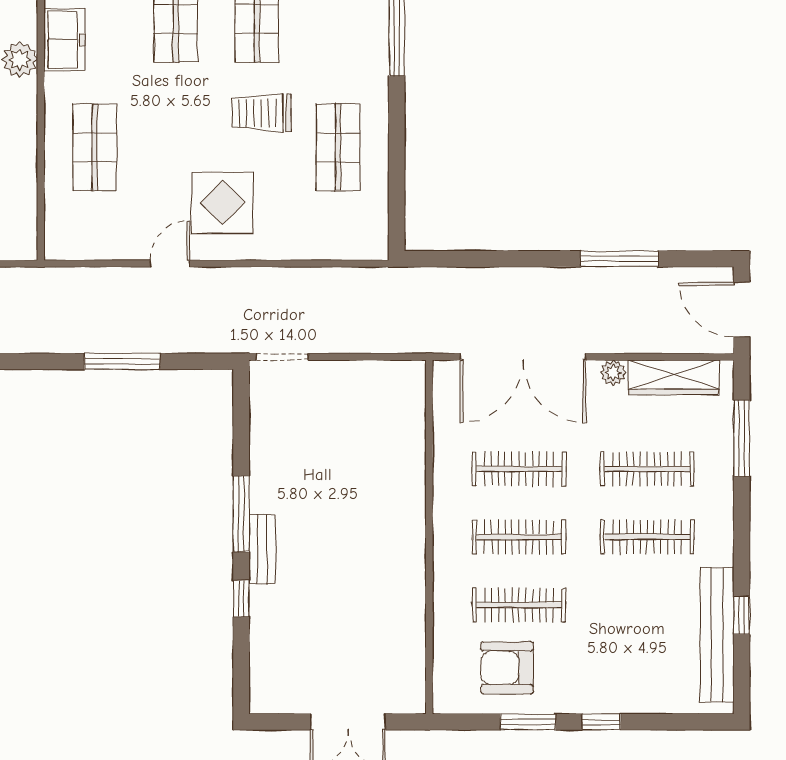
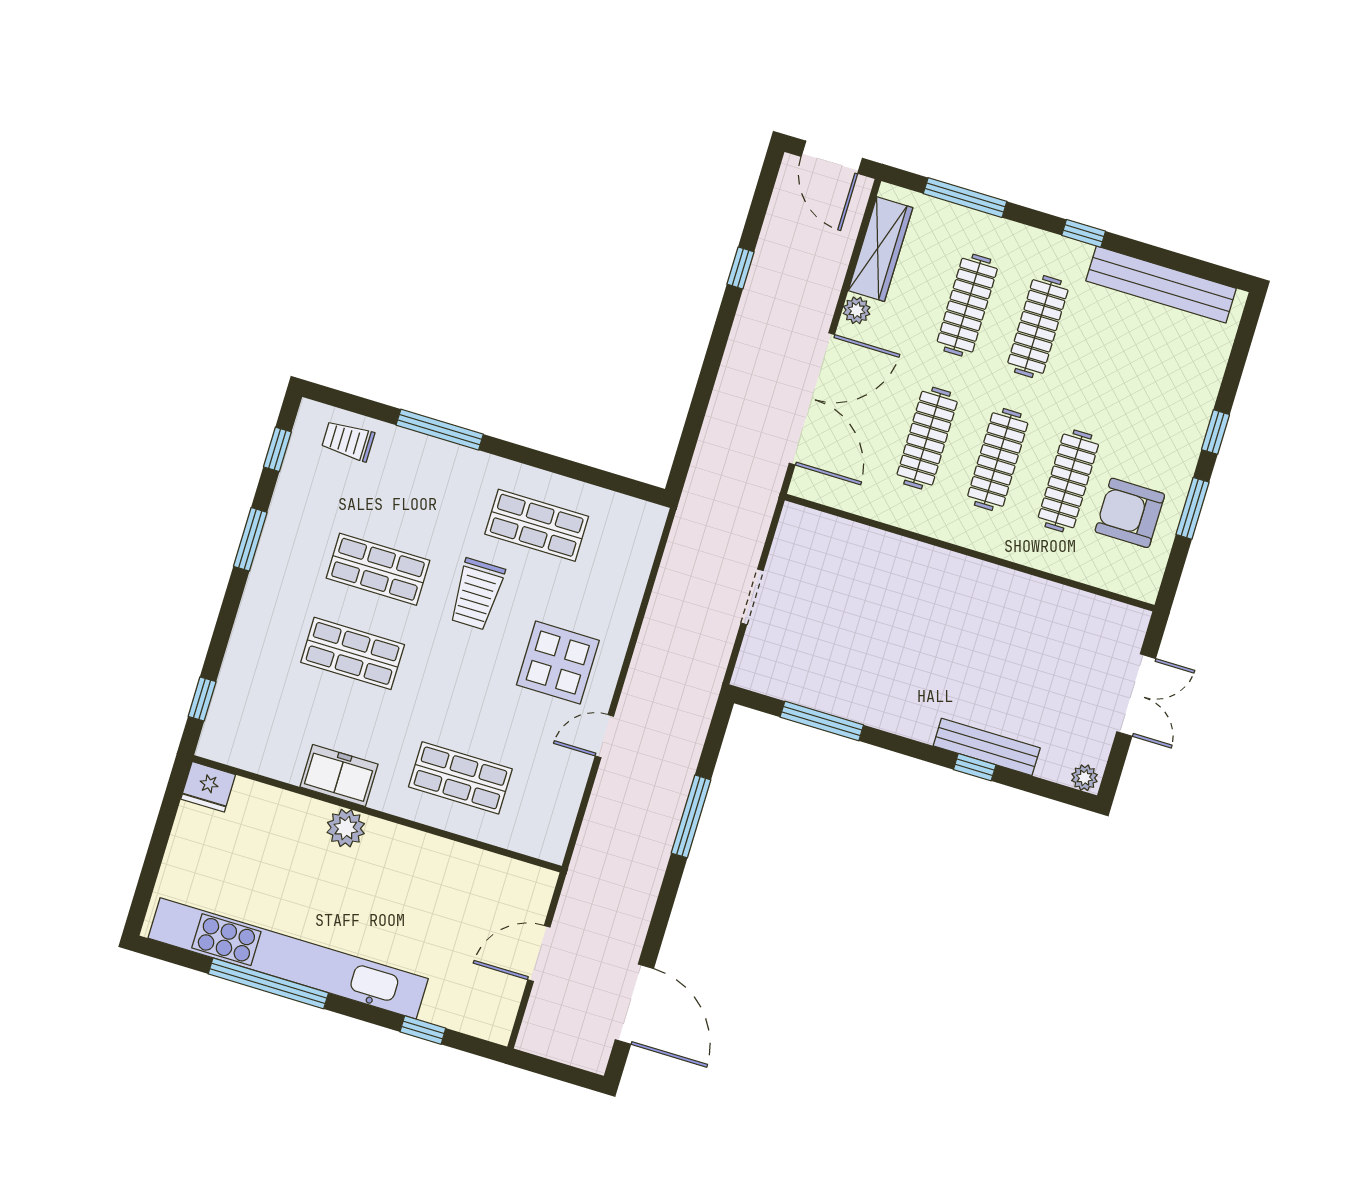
window: (620, 259) -> (741, 268), width x0.46
door: (170, 263) -> (604, 736), hinge flipped
door: (742, 310) -> (832, 157), hinge flipped
doorway: (282, 357) -> (752, 597), moved
window: (241, 514) -> (822, 721), moved
bench: (262, 549) -> (987, 747), moved, width x1.36
window: (742, 615) -> (1084, 233), moved
armchair: (507, 668) -> (1130, 513), turned 90
plant: (261, 698) -> (1085, 778), added

